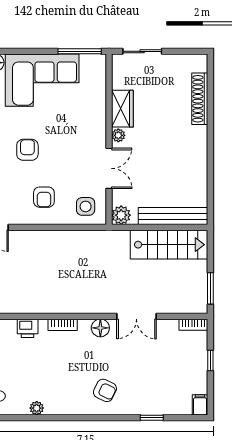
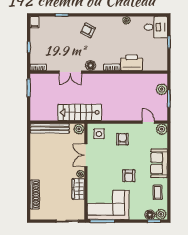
corner sofa: (42, 80) -> (108, 205), moved
armchair: (27, 150) -> (129, 176), moved
stairs: (169, 245) -> (80, 112), moved
double door: (136, 316) -> (70, 72), swing flipped
printer: (28, 328) -> (132, 63), width x1.87, depth x1.48

